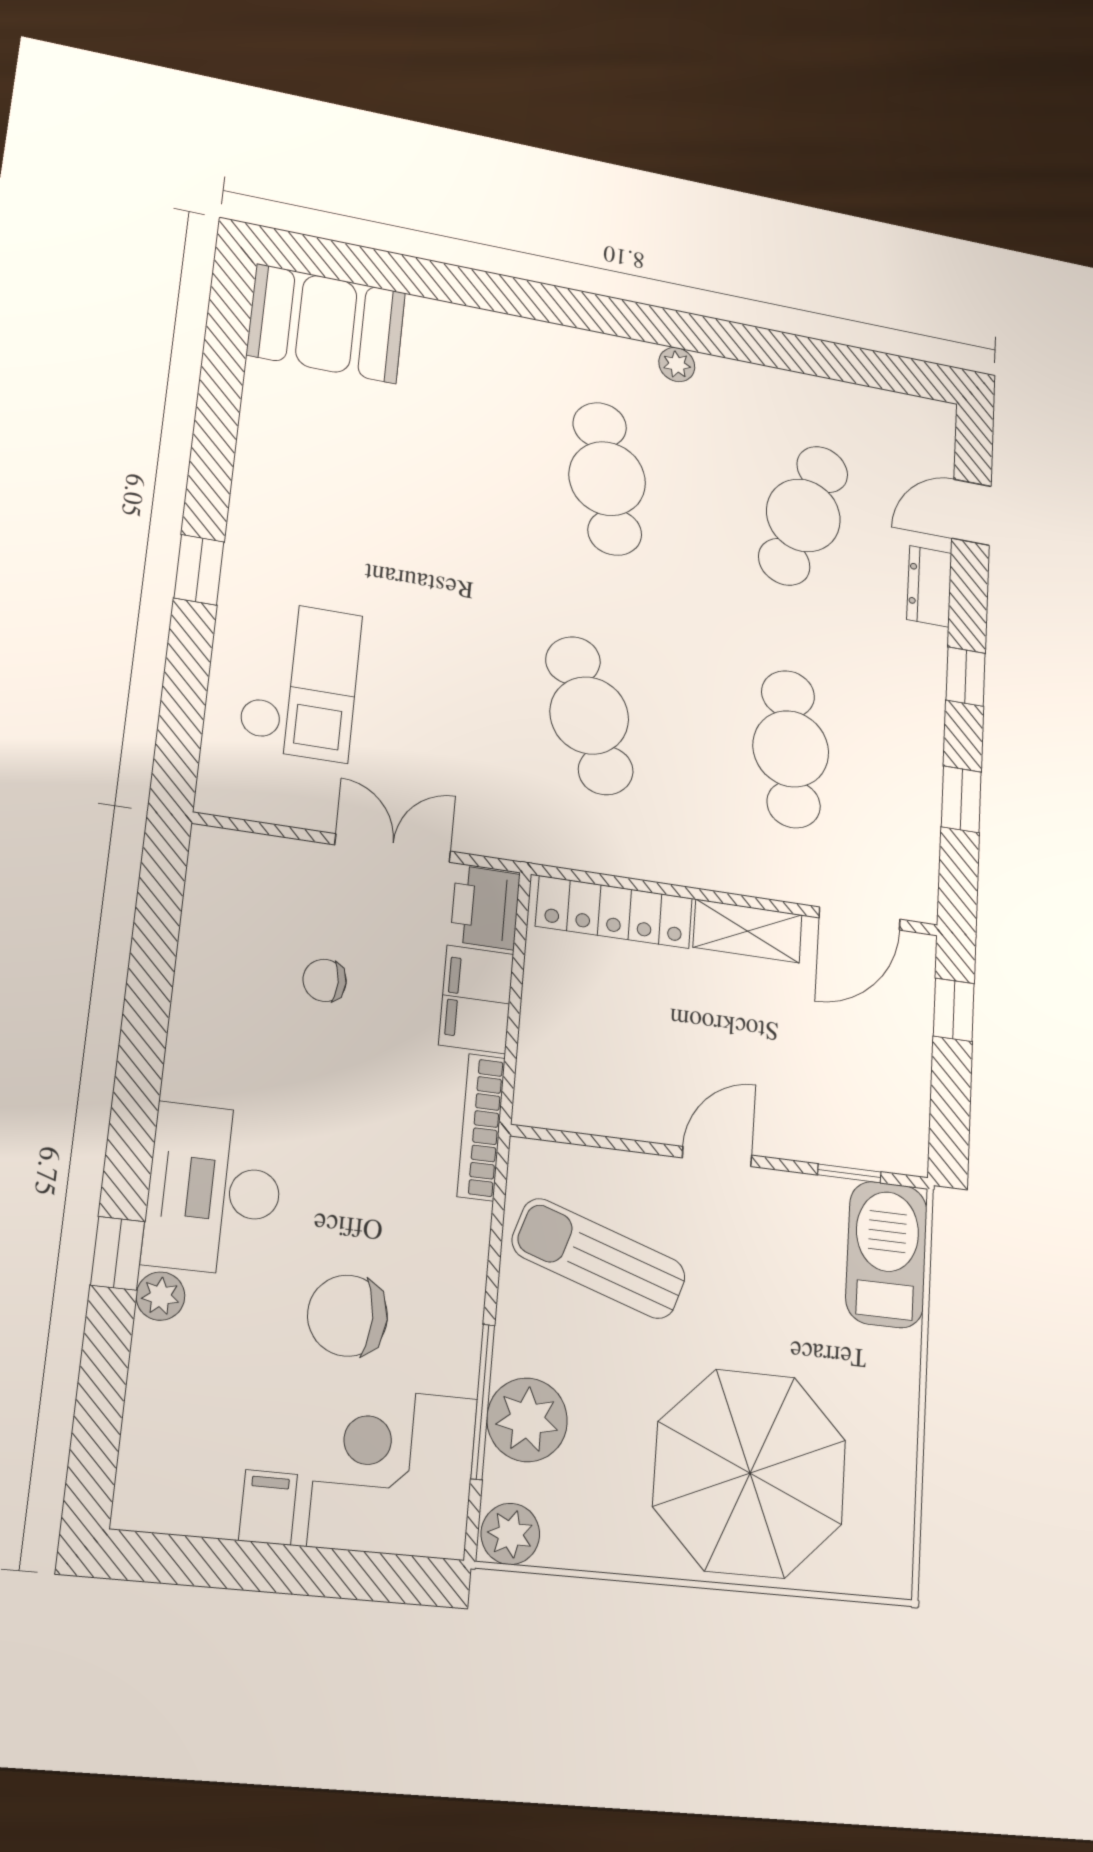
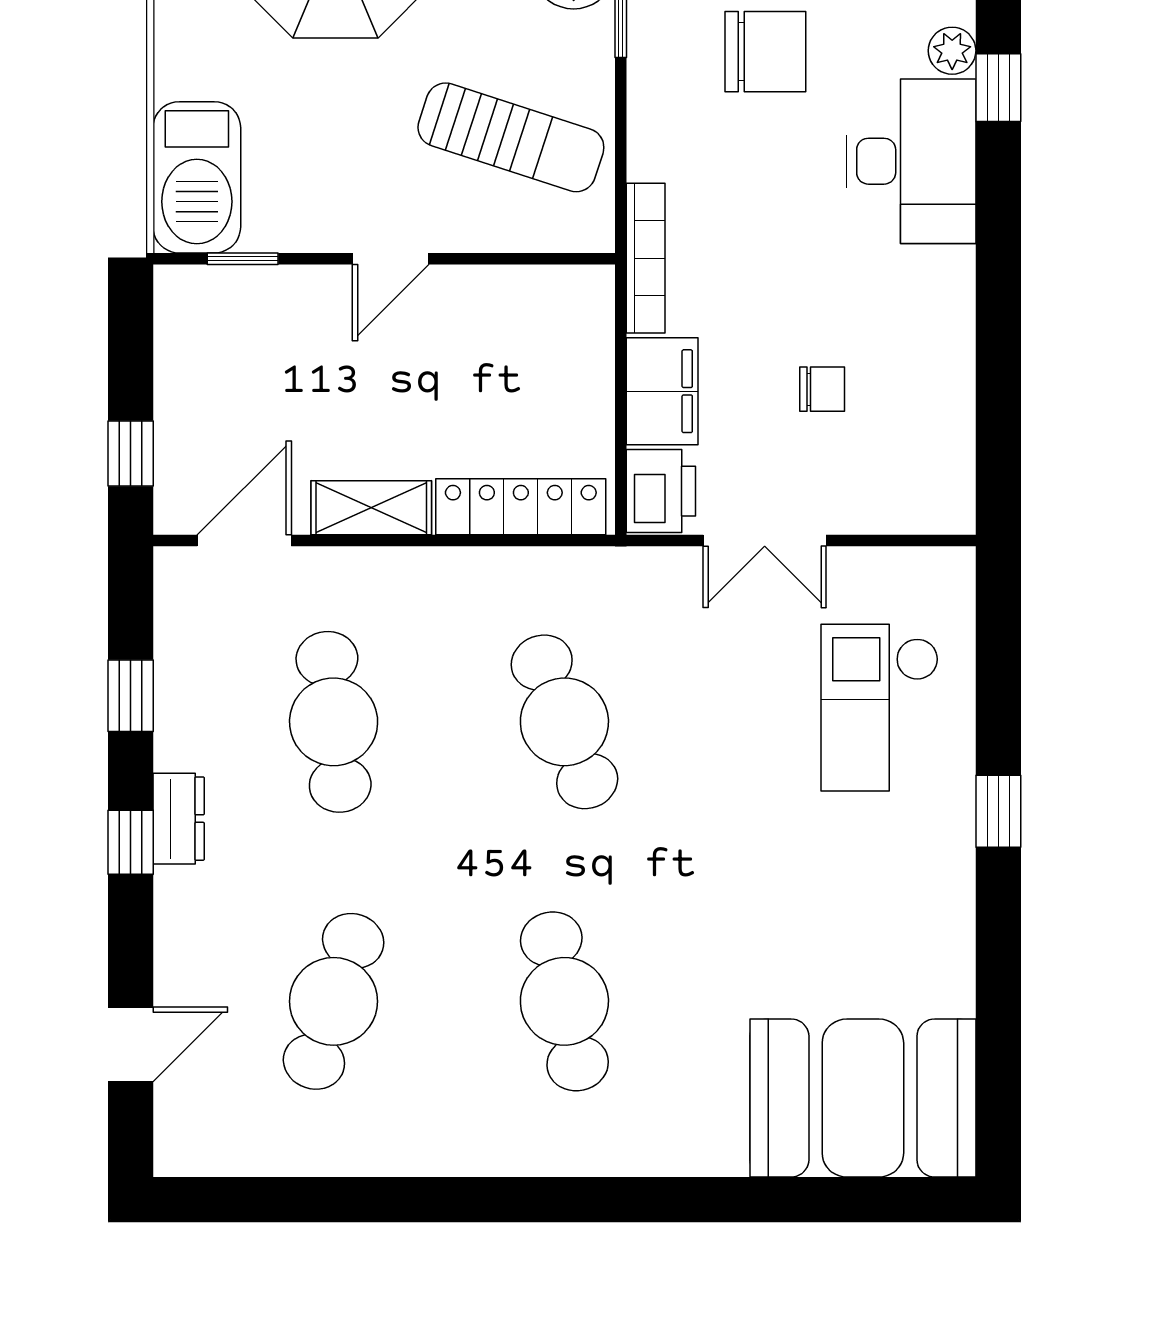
booth: (326, 324) -> (863, 1098), width x1.36, depth x1.42
plant: (677, 365) -> (494, 1156), removed
dresser: (929, 586) -> (179, 819), moved

